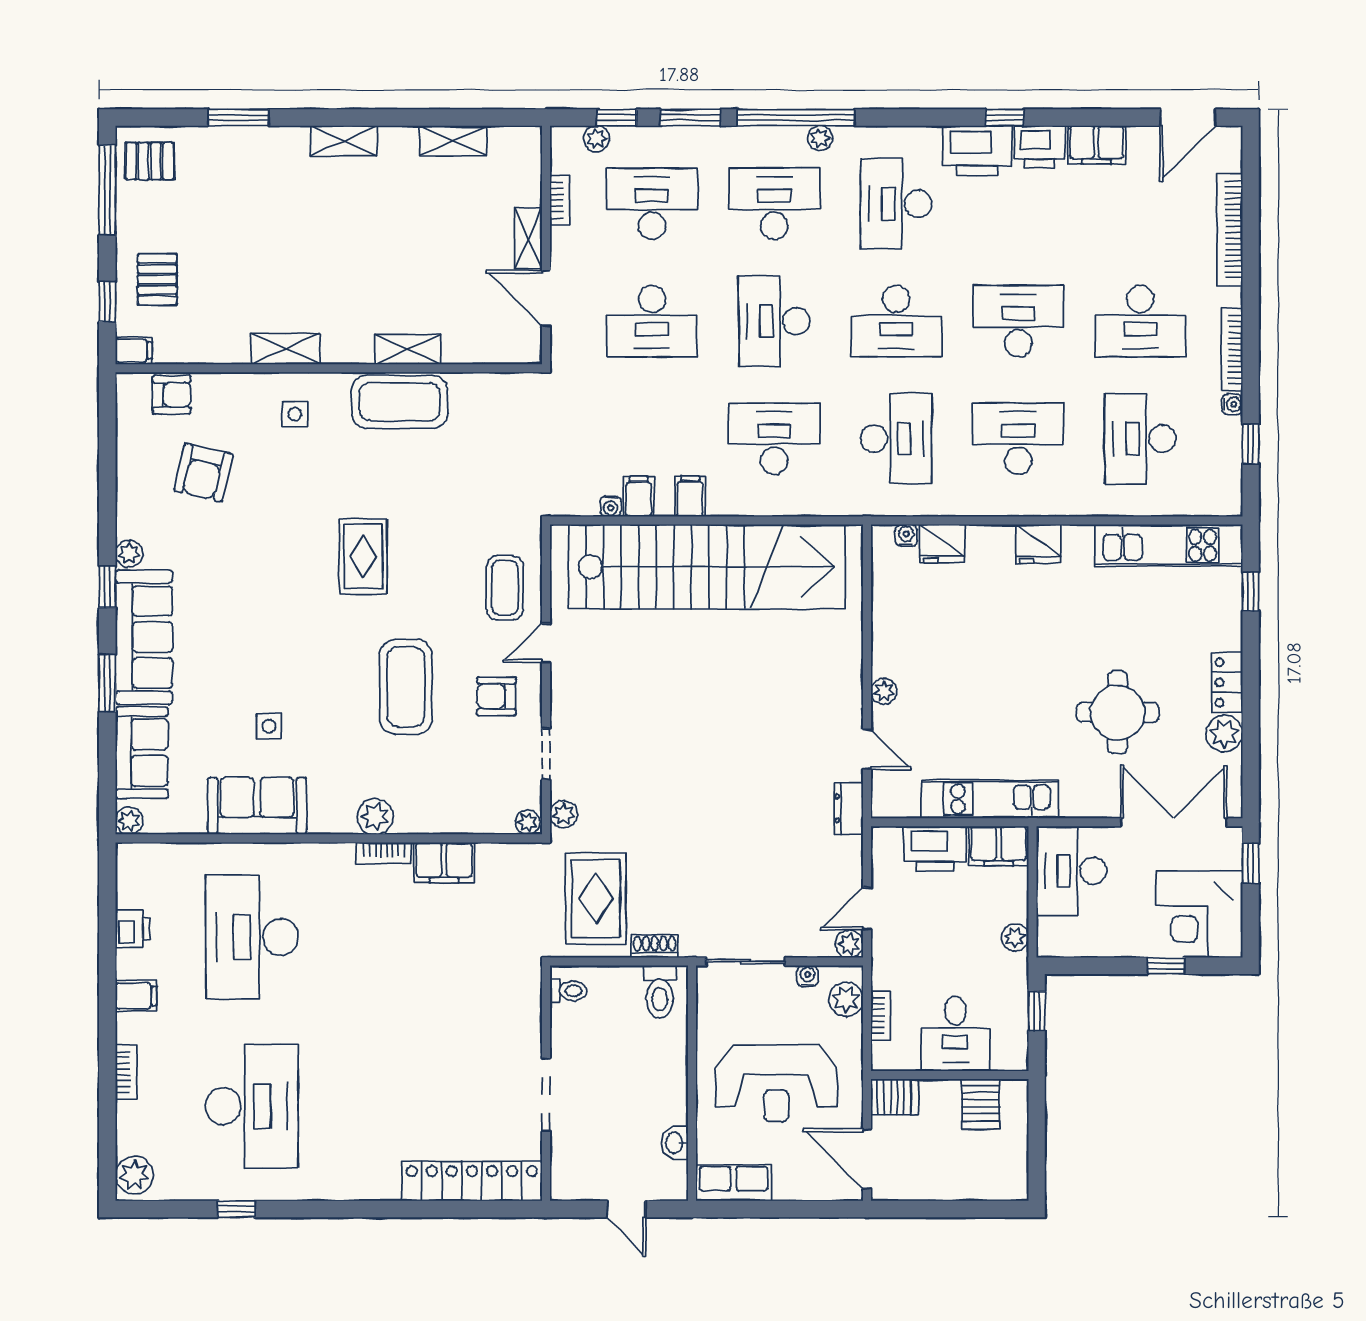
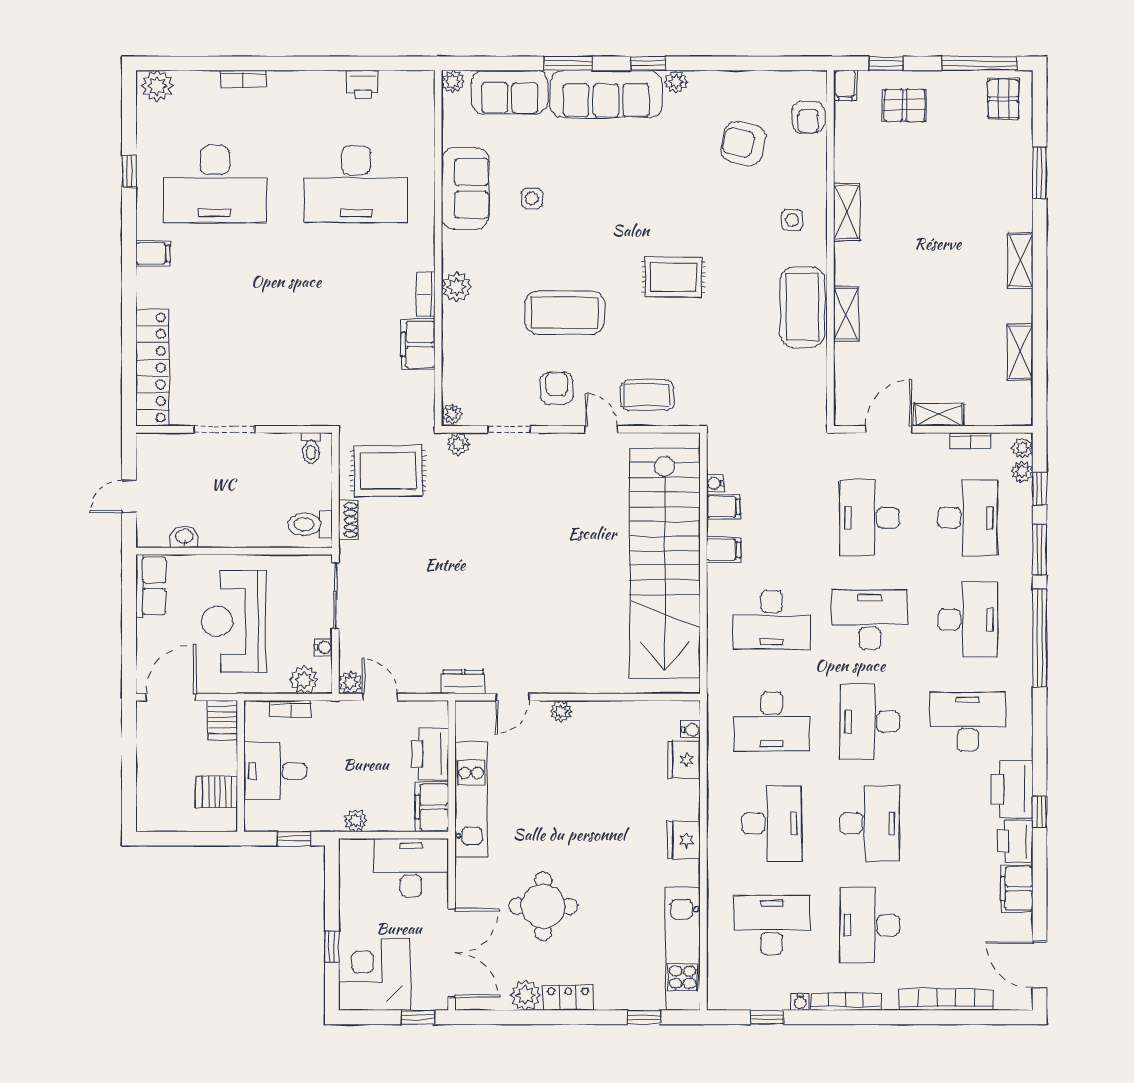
plant: (820, 138) -> (1022, 448), moved
desk: (774, 439) -> (772, 620), turned 90
desk: (252, 937) -> (356, 184), turned 180
filing cabinet: (136, 996) -> (153, 253), moved, turned -90

